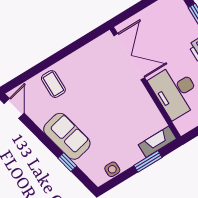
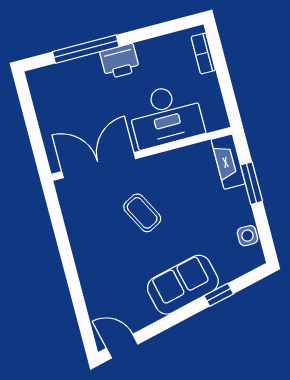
coffee table: (53, 84) -> (142, 213), moved, turned 62

